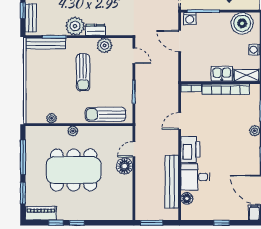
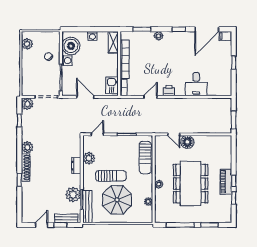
washing machine: (190, 19) -> (67, 61), moved
plant: (75, 26) -> (73, 195), moved
door: (180, 41) -> (85, 97), swing flipped
kitchen sink: (222, 74) -> (112, 85), moved
parasol: (54, 80) -> (117, 200), added
door: (180, 121) -> (151, 97), swing flipped
printer: (190, 150) -> (169, 91), width x0.53, depth x0.68
bench: (172, 182) -> (200, 103), removed
floor lamp: (187, 198) -> (214, 91), removed
piano: (41, 213) -> (226, 182), moved

